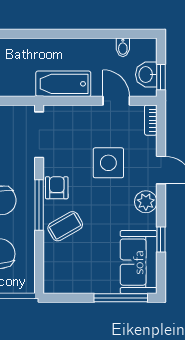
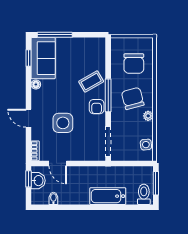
bathtub: (63, 84) -> (108, 196), moved, turned 180
plant: (146, 202) -> (38, 97), removed
floor lamp: (150, 222) -> (36, 84), added
window: (161, 240) -> (29, 58), moved

